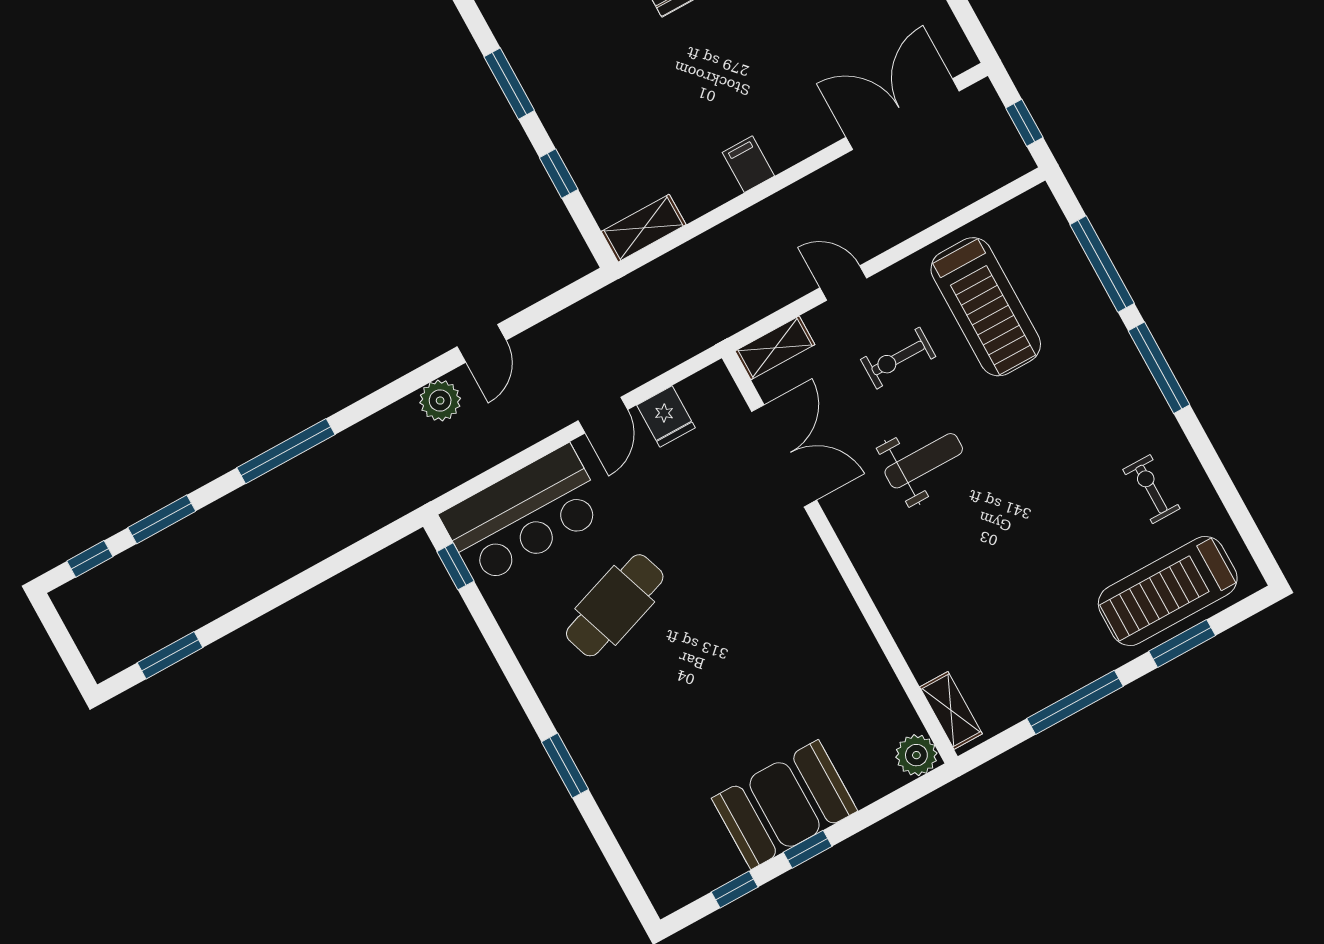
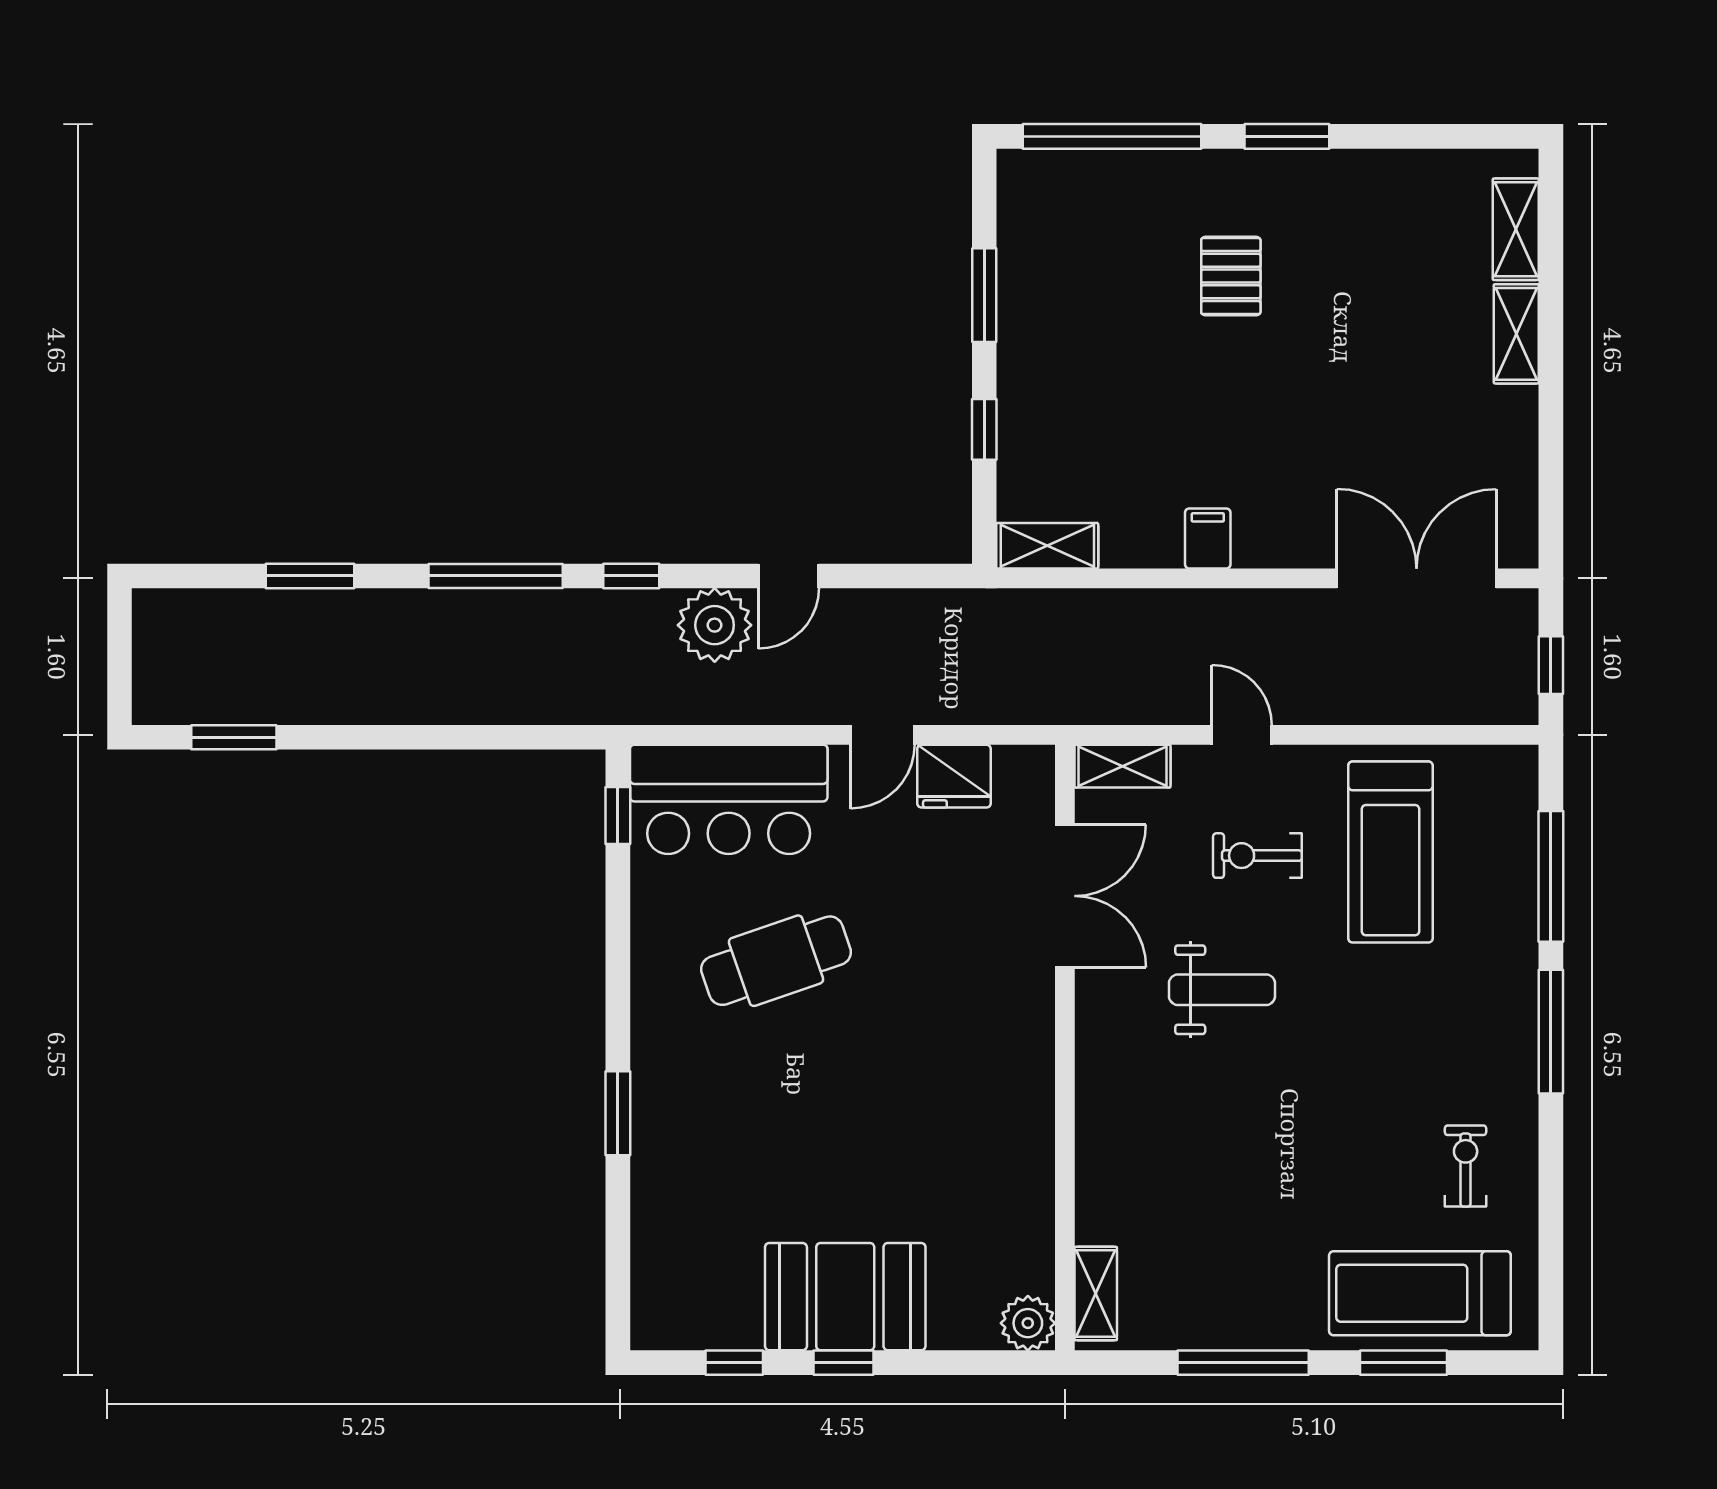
plant: (440, 401) -> (715, 625), width x1.36, depth x1.36
fridge: (666, 416) -> (954, 776), width x1.38
window: (90, 559) -> (631, 576), moved

